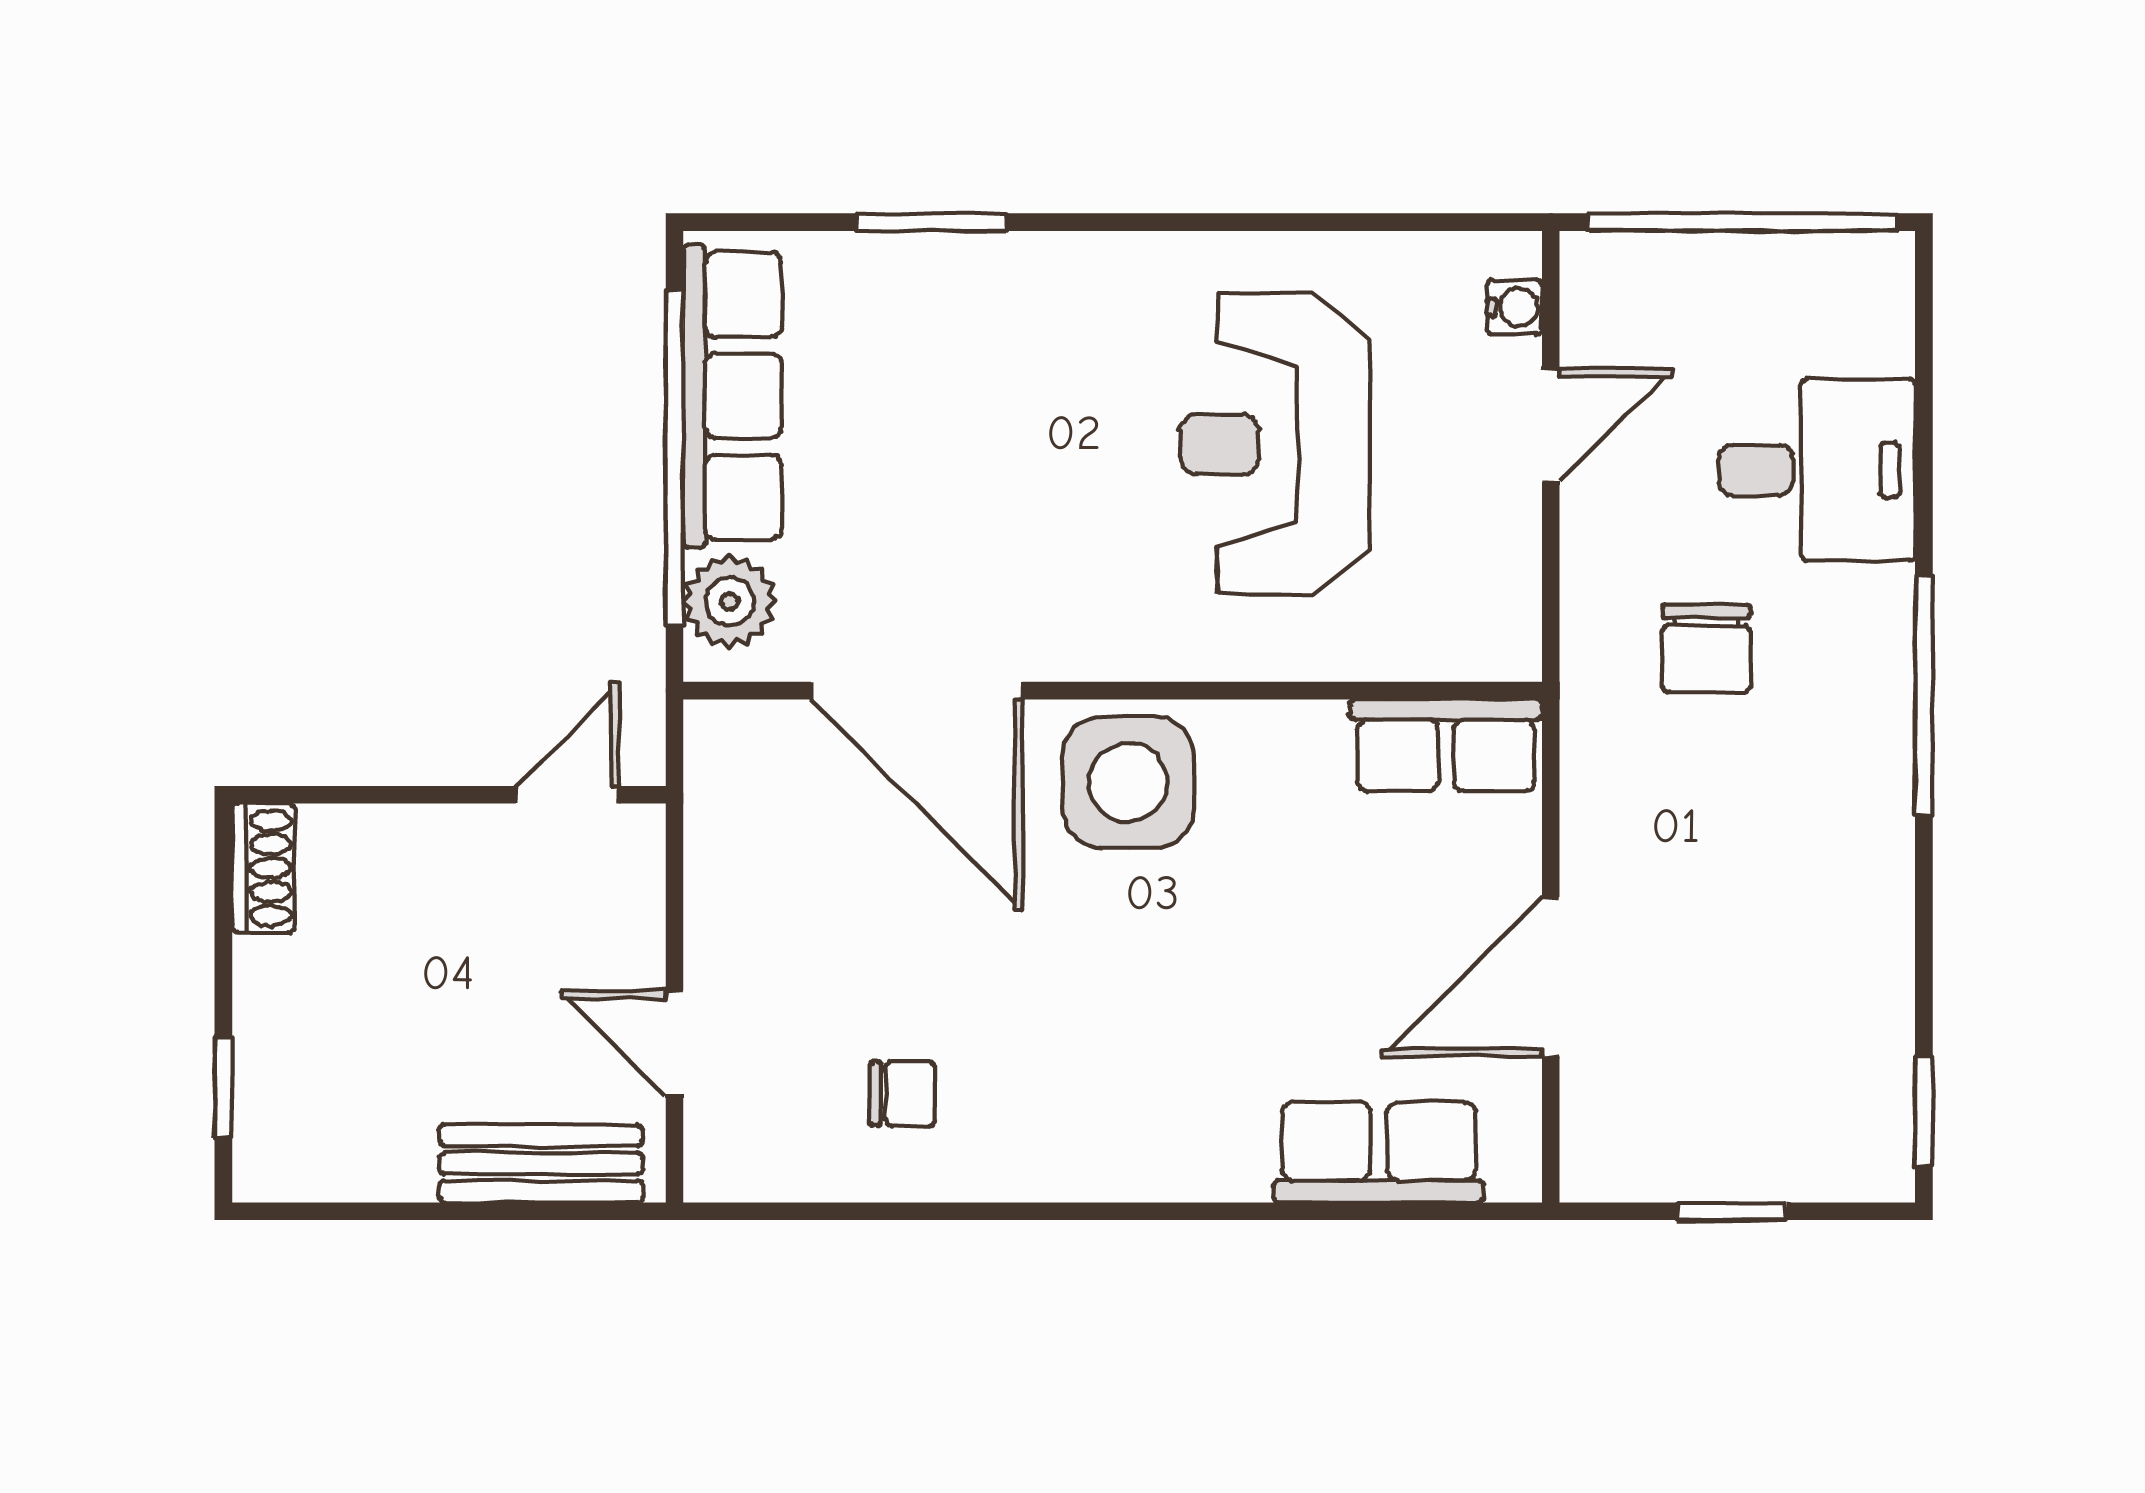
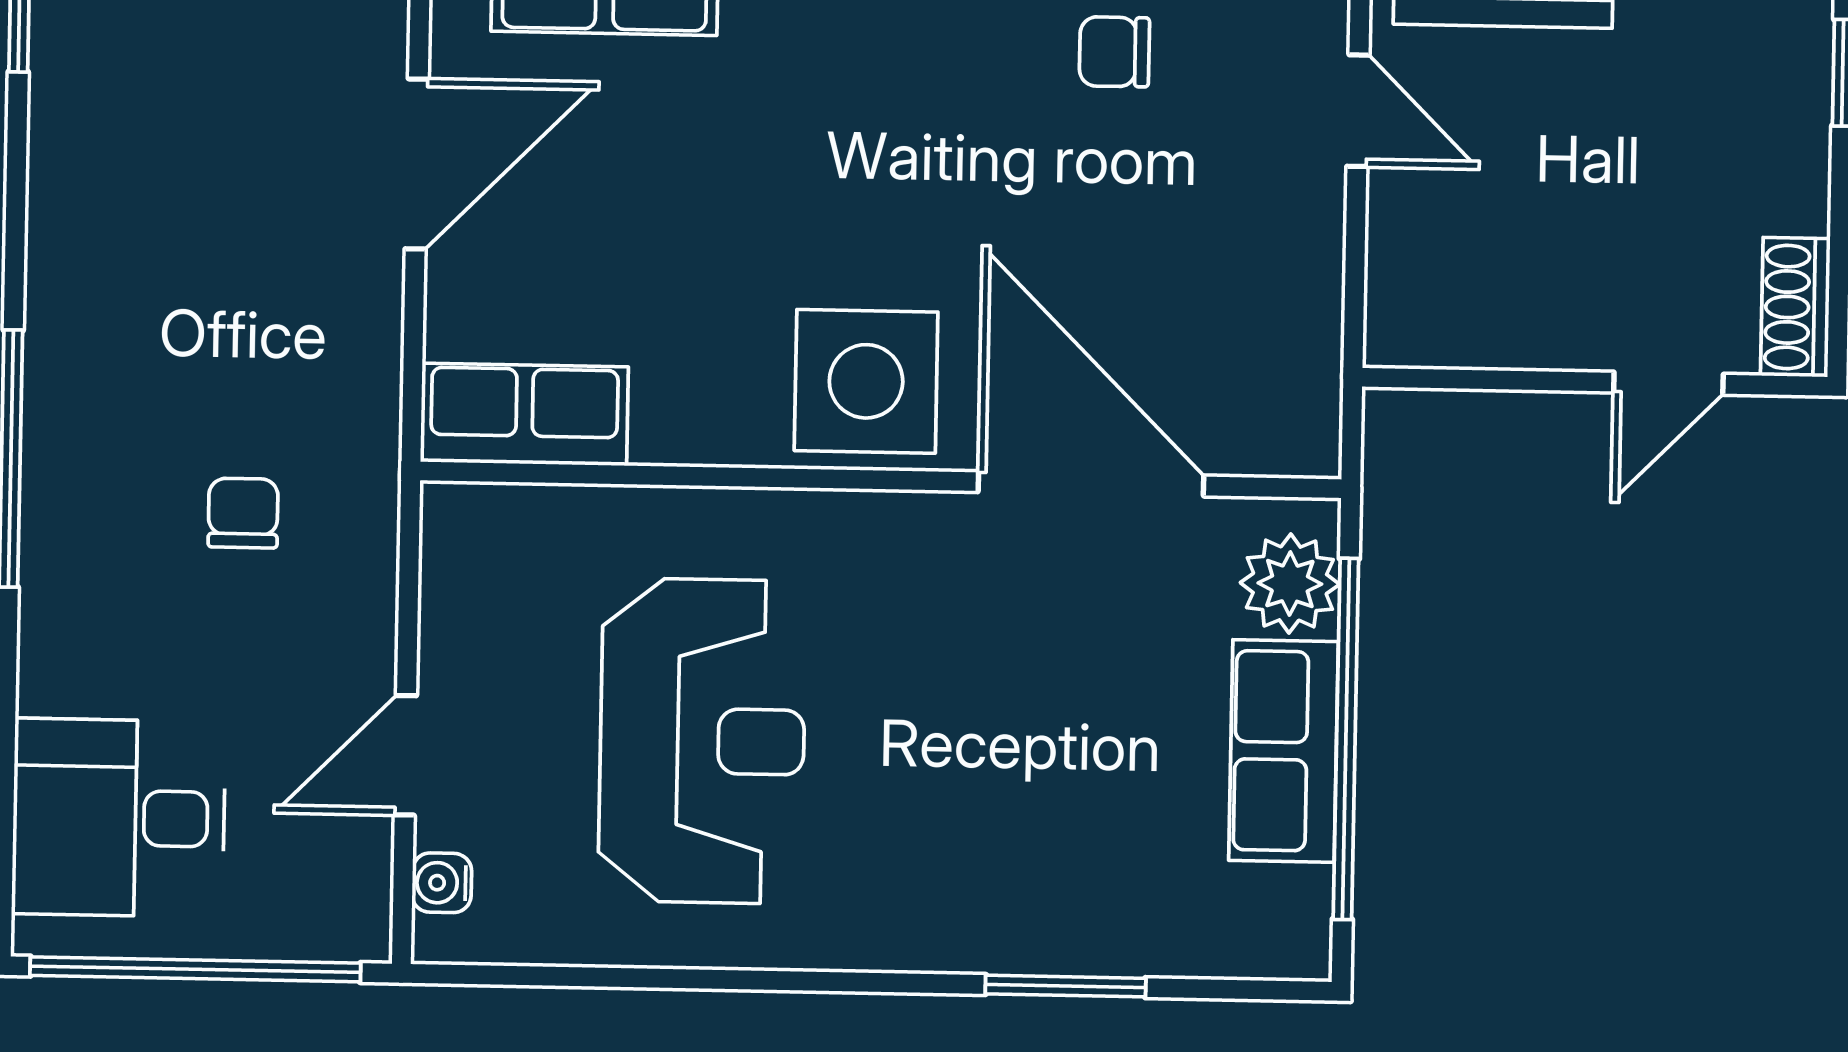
row of seats: (732, 396) -> (1284, 751), width x0.68
desk: (1817, 470) -> (119, 818), moved
chair: (1706, 648) -> (243, 513), width x0.73, depth x0.73
door: (567, 795) -> (1668, 383), moved

